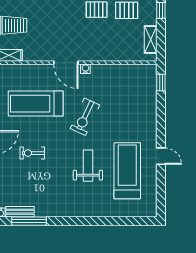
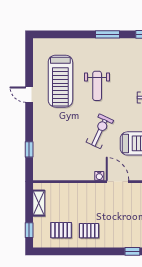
window: (161, 82) -> (29, 149), moved
window: (77, 221) -> (107, 34), added

